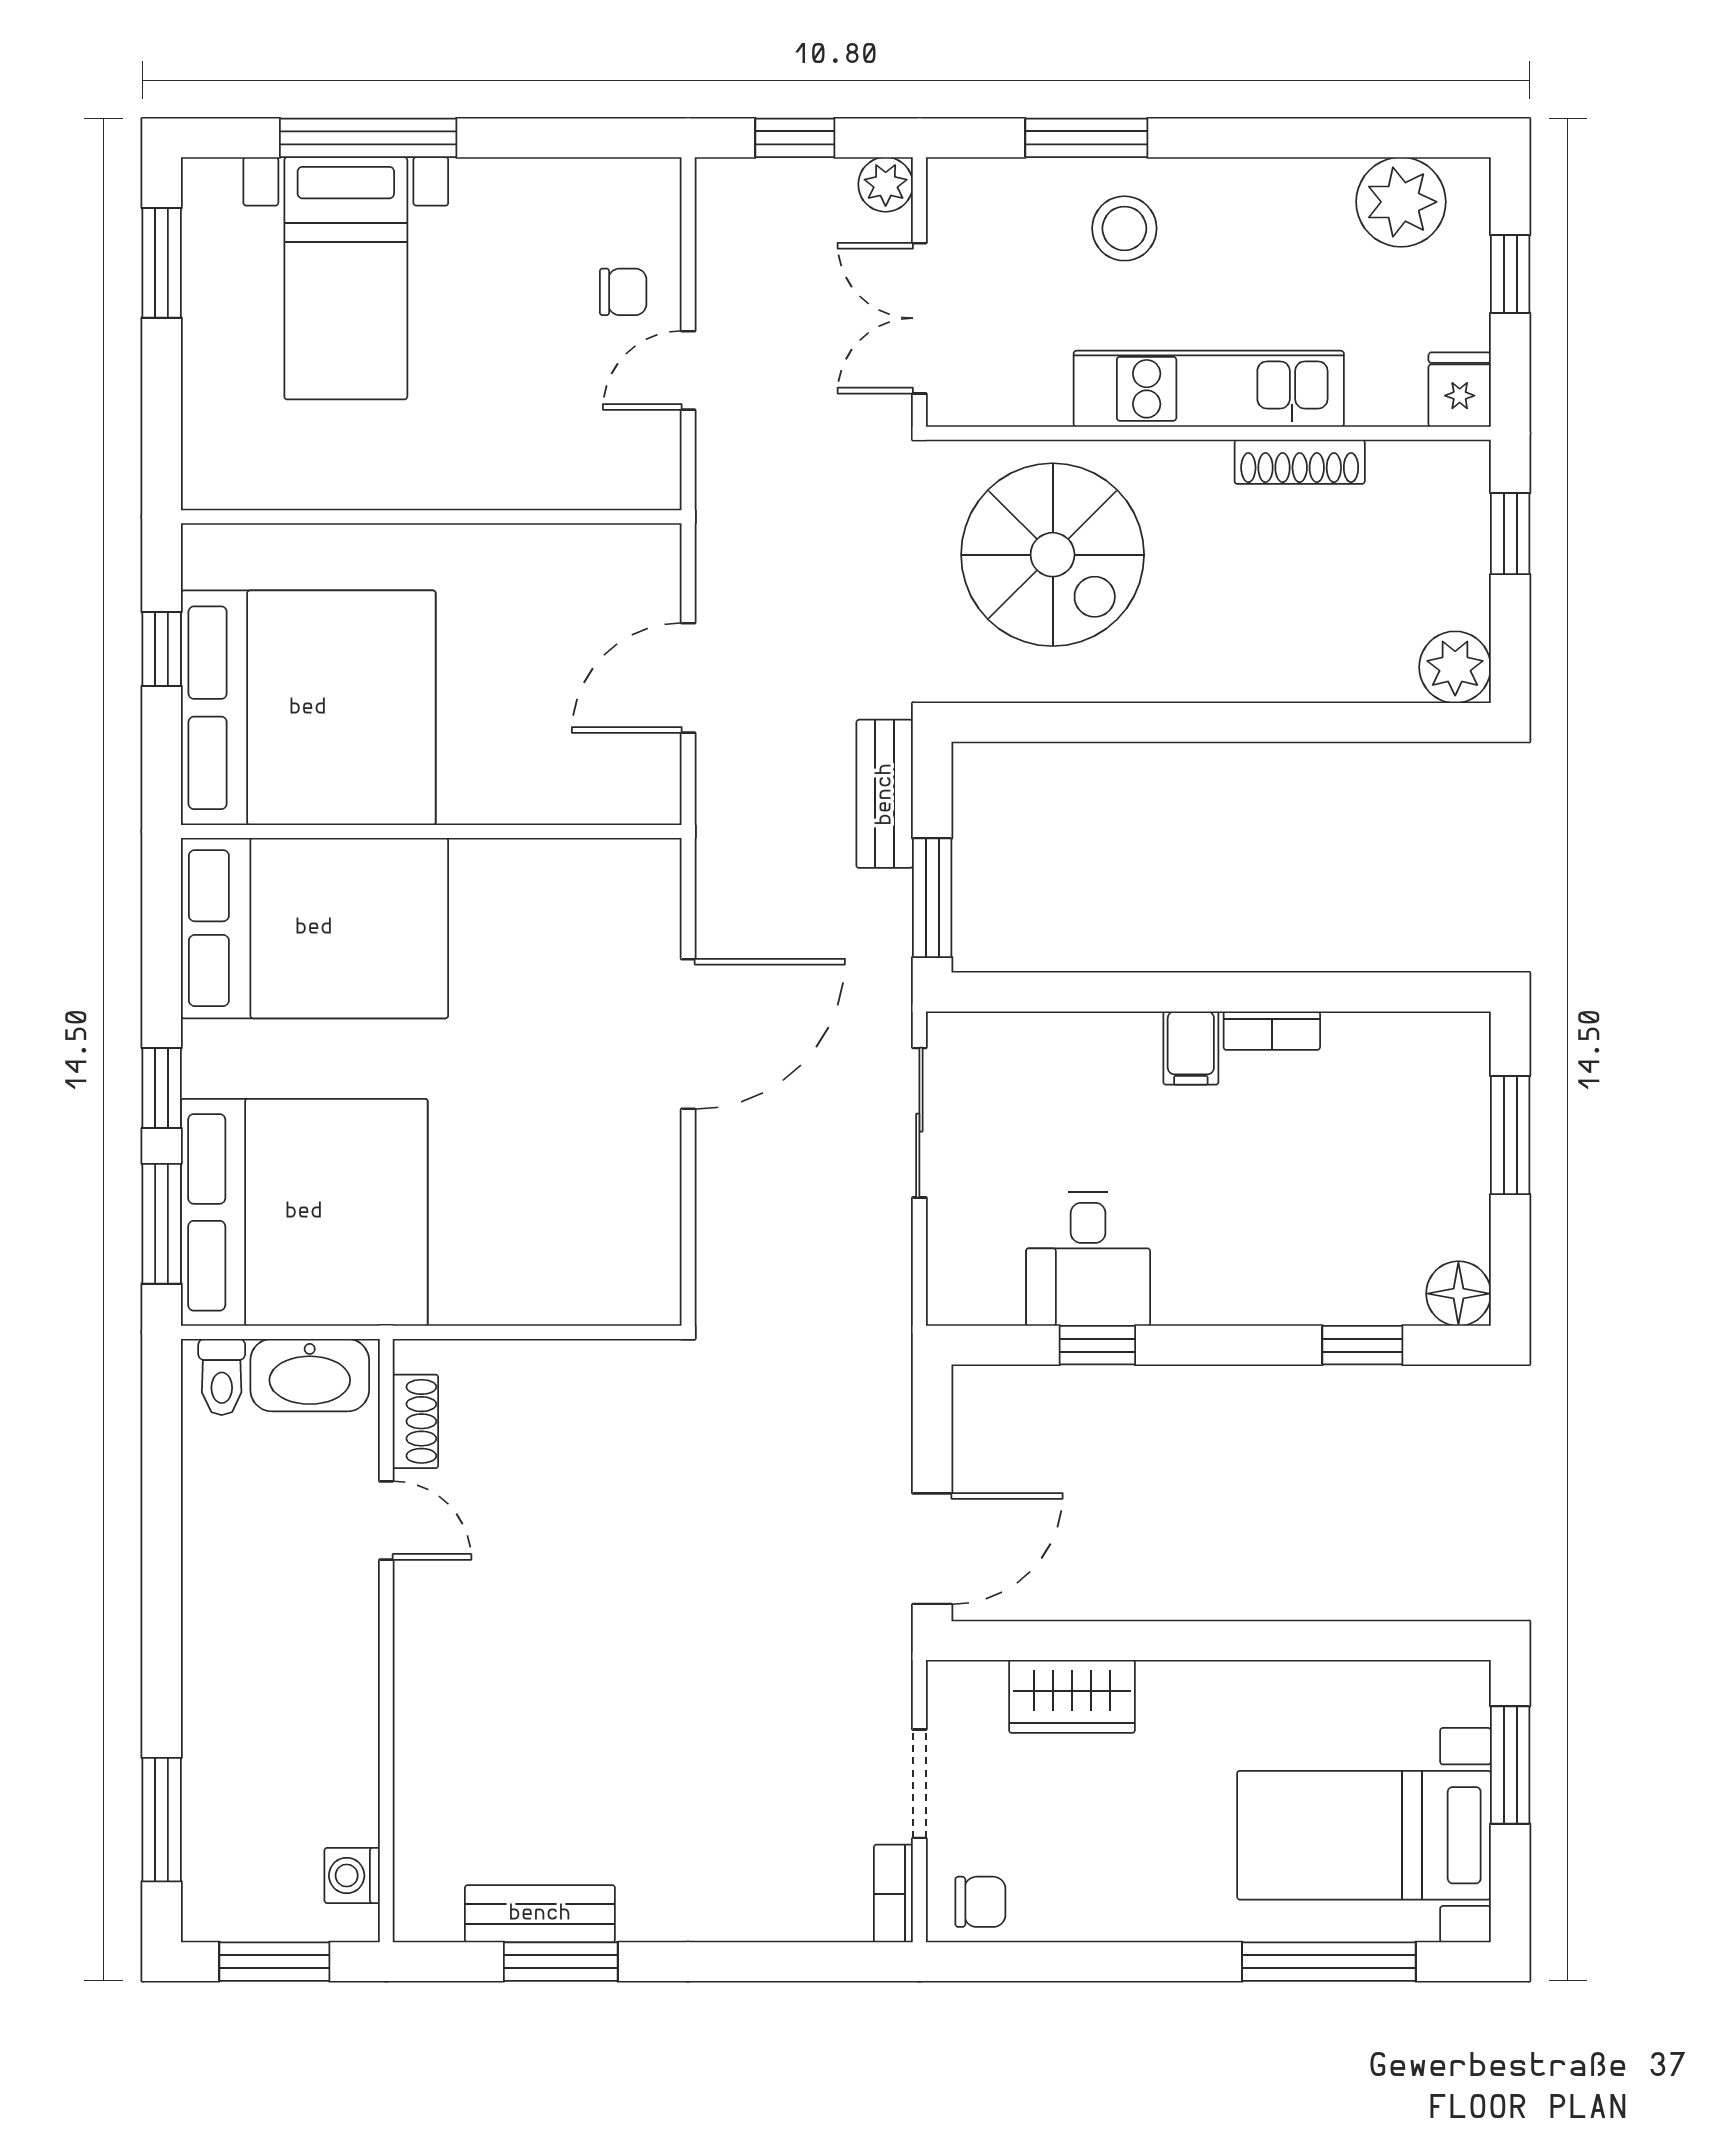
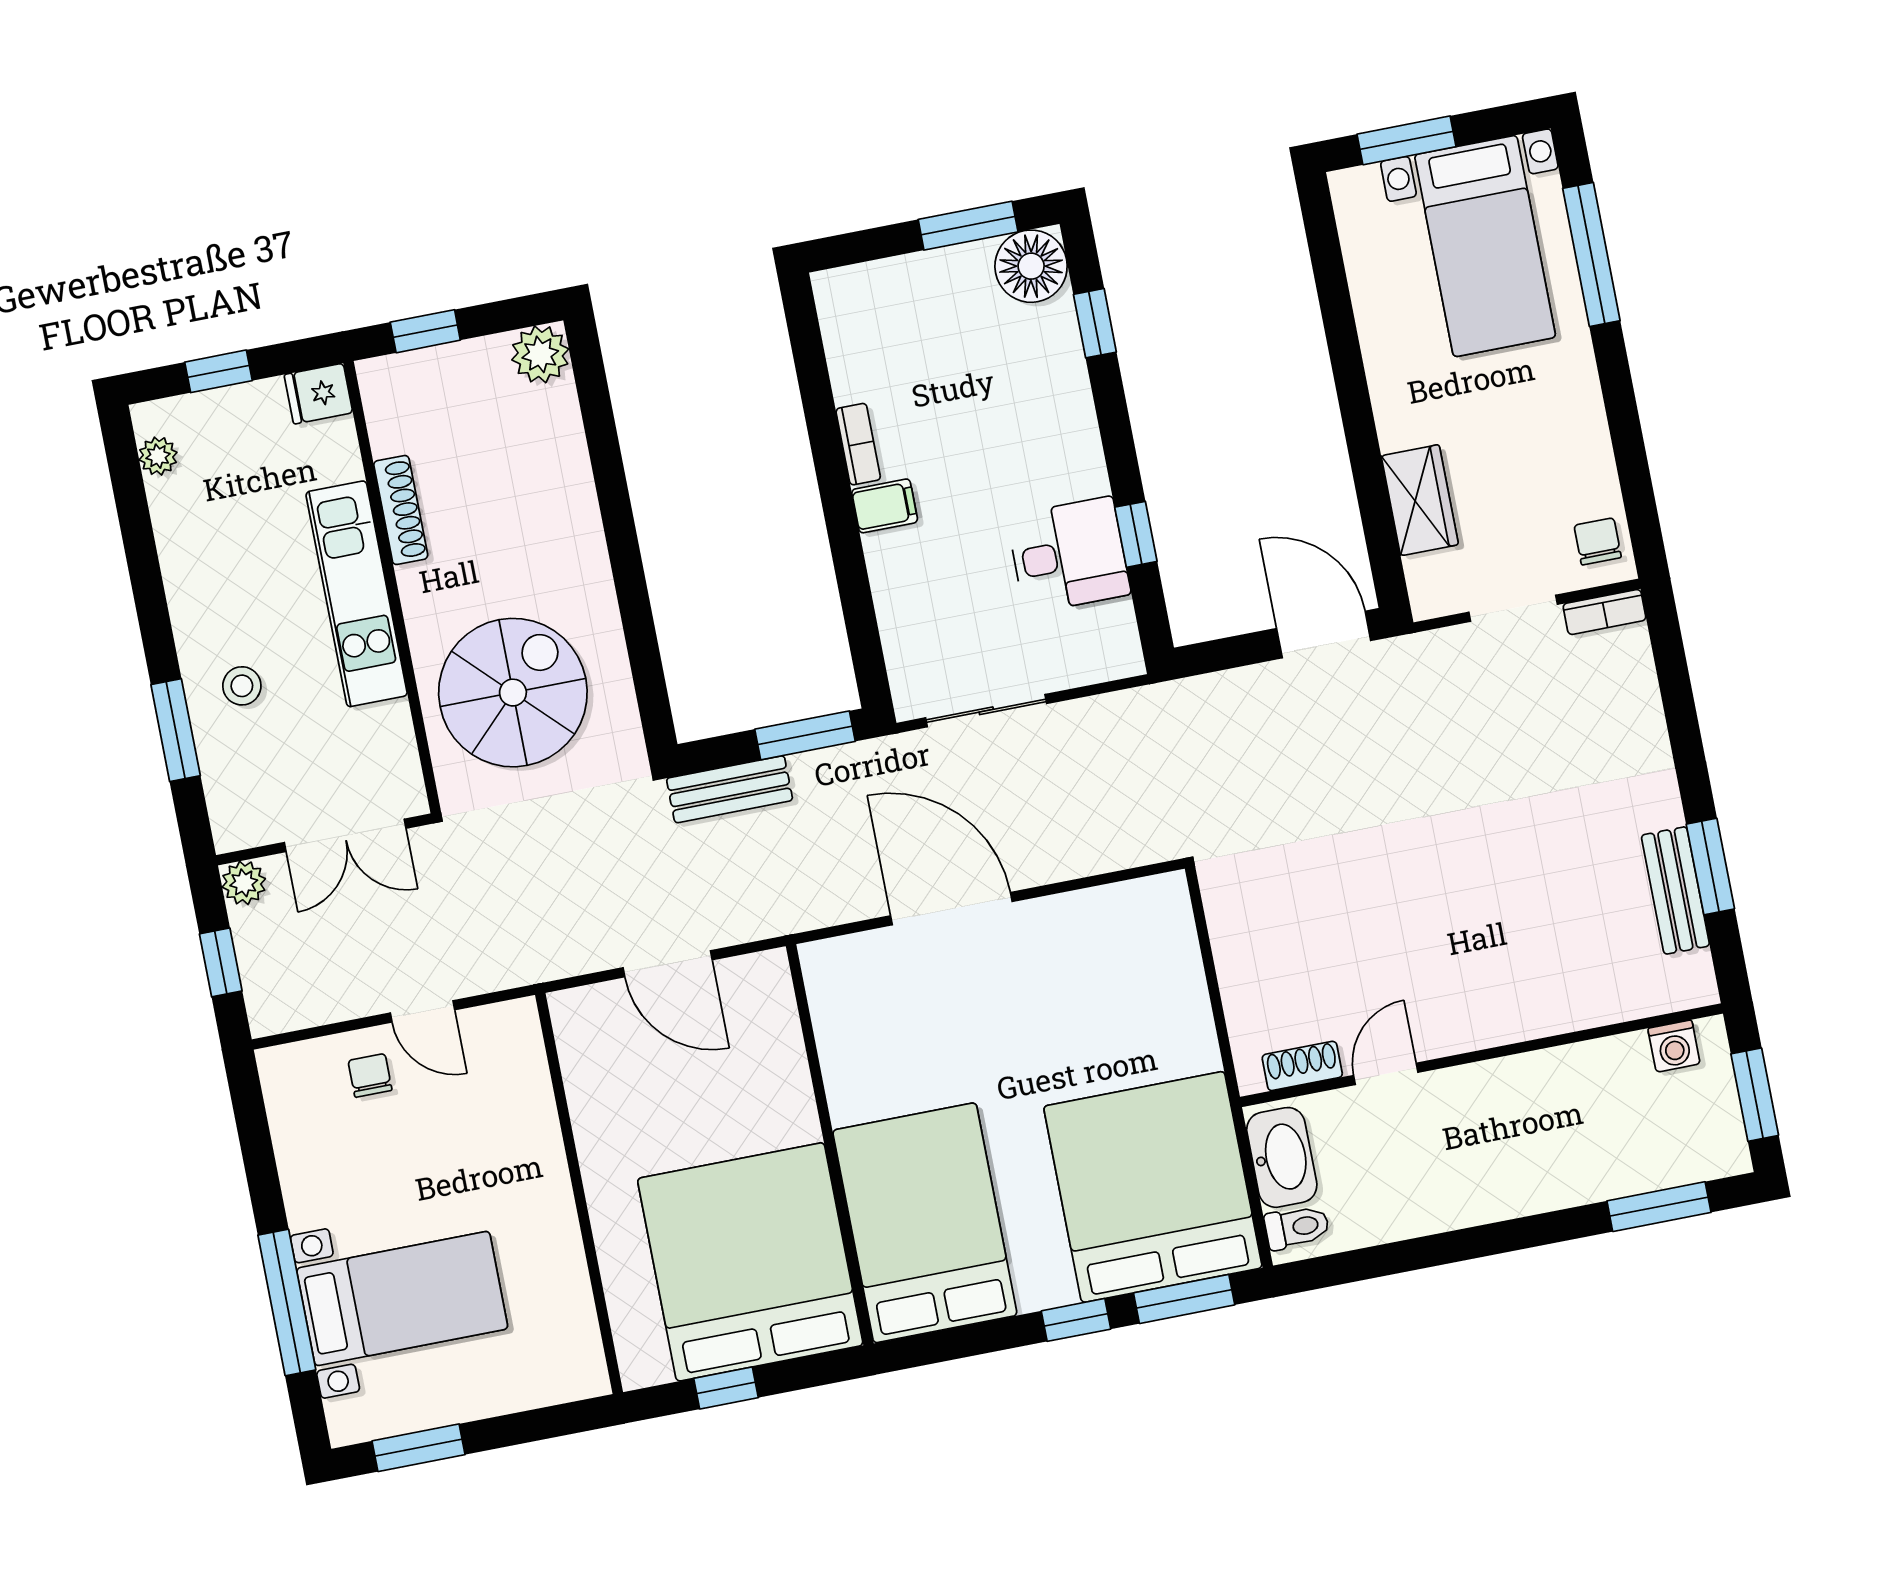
plant: (1401, 202) -> (158, 456), width x0.53, depth x0.53
stool: (1124, 228) -> (242, 686), width x0.73, depth x0.73
window: (1510, 1135) -> (968, 226), moved
floor lamp: (1458, 1294) -> (1031, 266), width x1.38, depth x1.38

